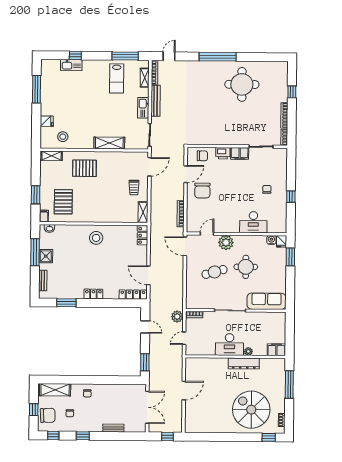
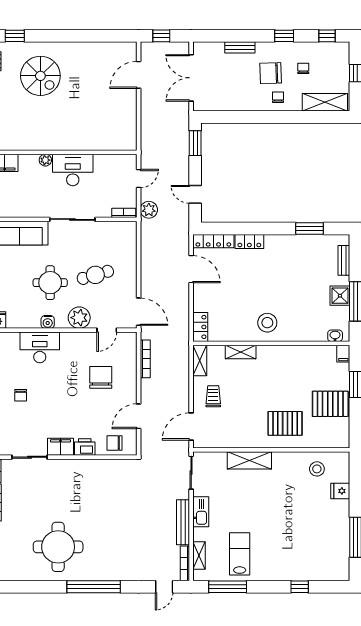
kitchen sink: (71, 65) -> (305, 573), removed
shelving: (52, 156) -> (241, 352), moved
chair: (202, 191) -> (101, 377), moved
pallet: (63, 202) -> (330, 404), moved, turned 90
water cooler: (271, 240) -> (48, 322), moved
locker: (93, 294) -> (249, 241), moved
dresser: (244, 363) -> (52, 143), removed
door: (184, 391) -> (139, 75), moved
spiral stairs: (251, 410) -> (40, 76), width x0.73, depth x0.73
chair: (48, 415) -> (271, 73), moved

